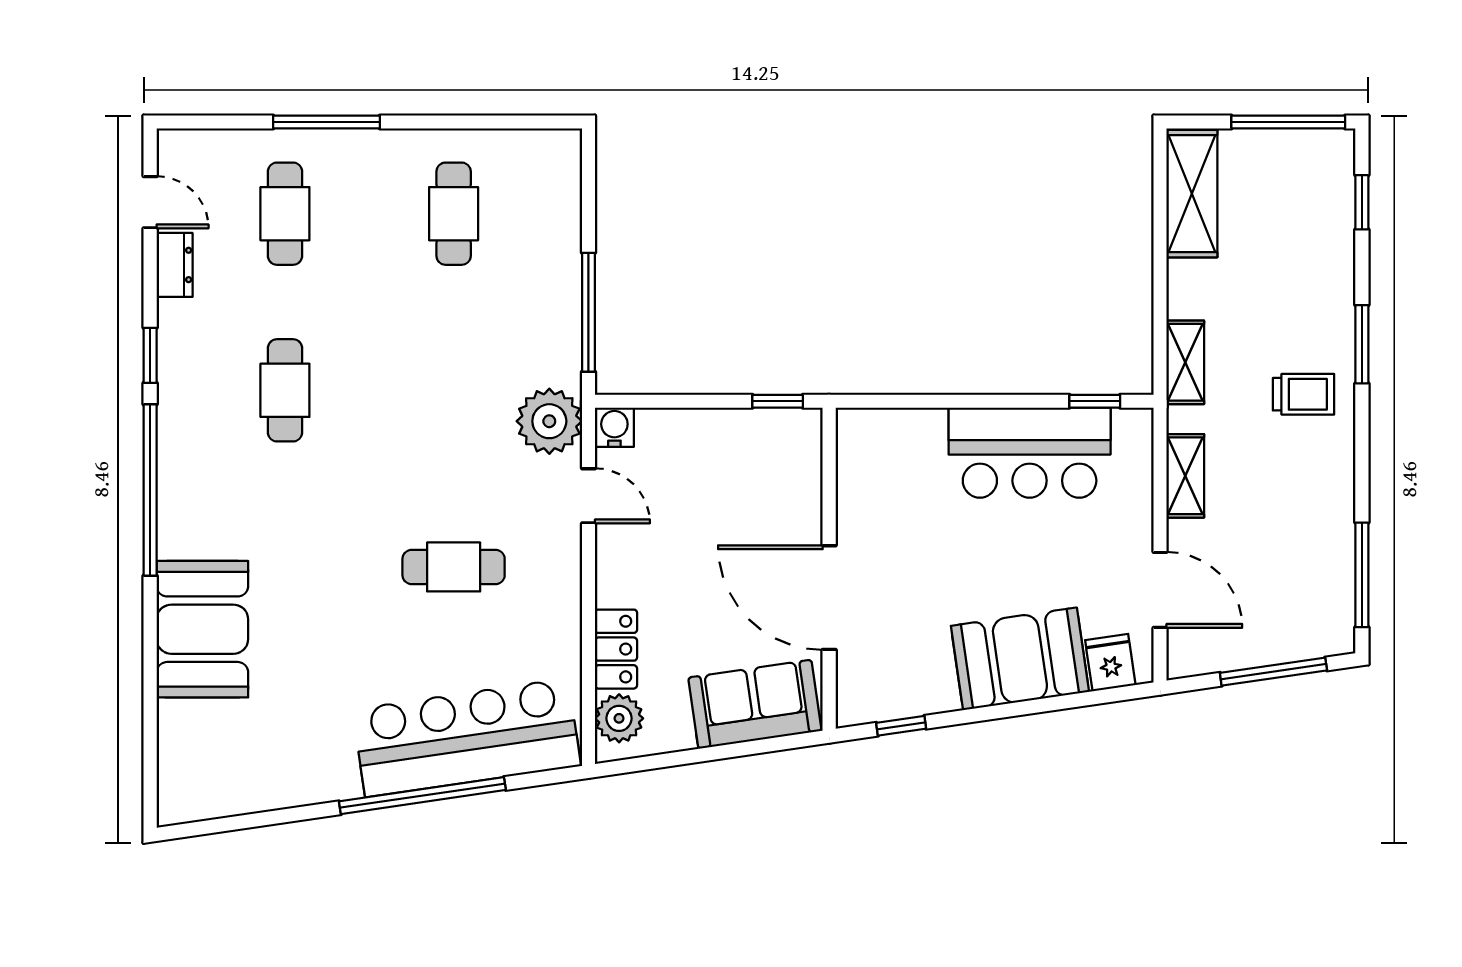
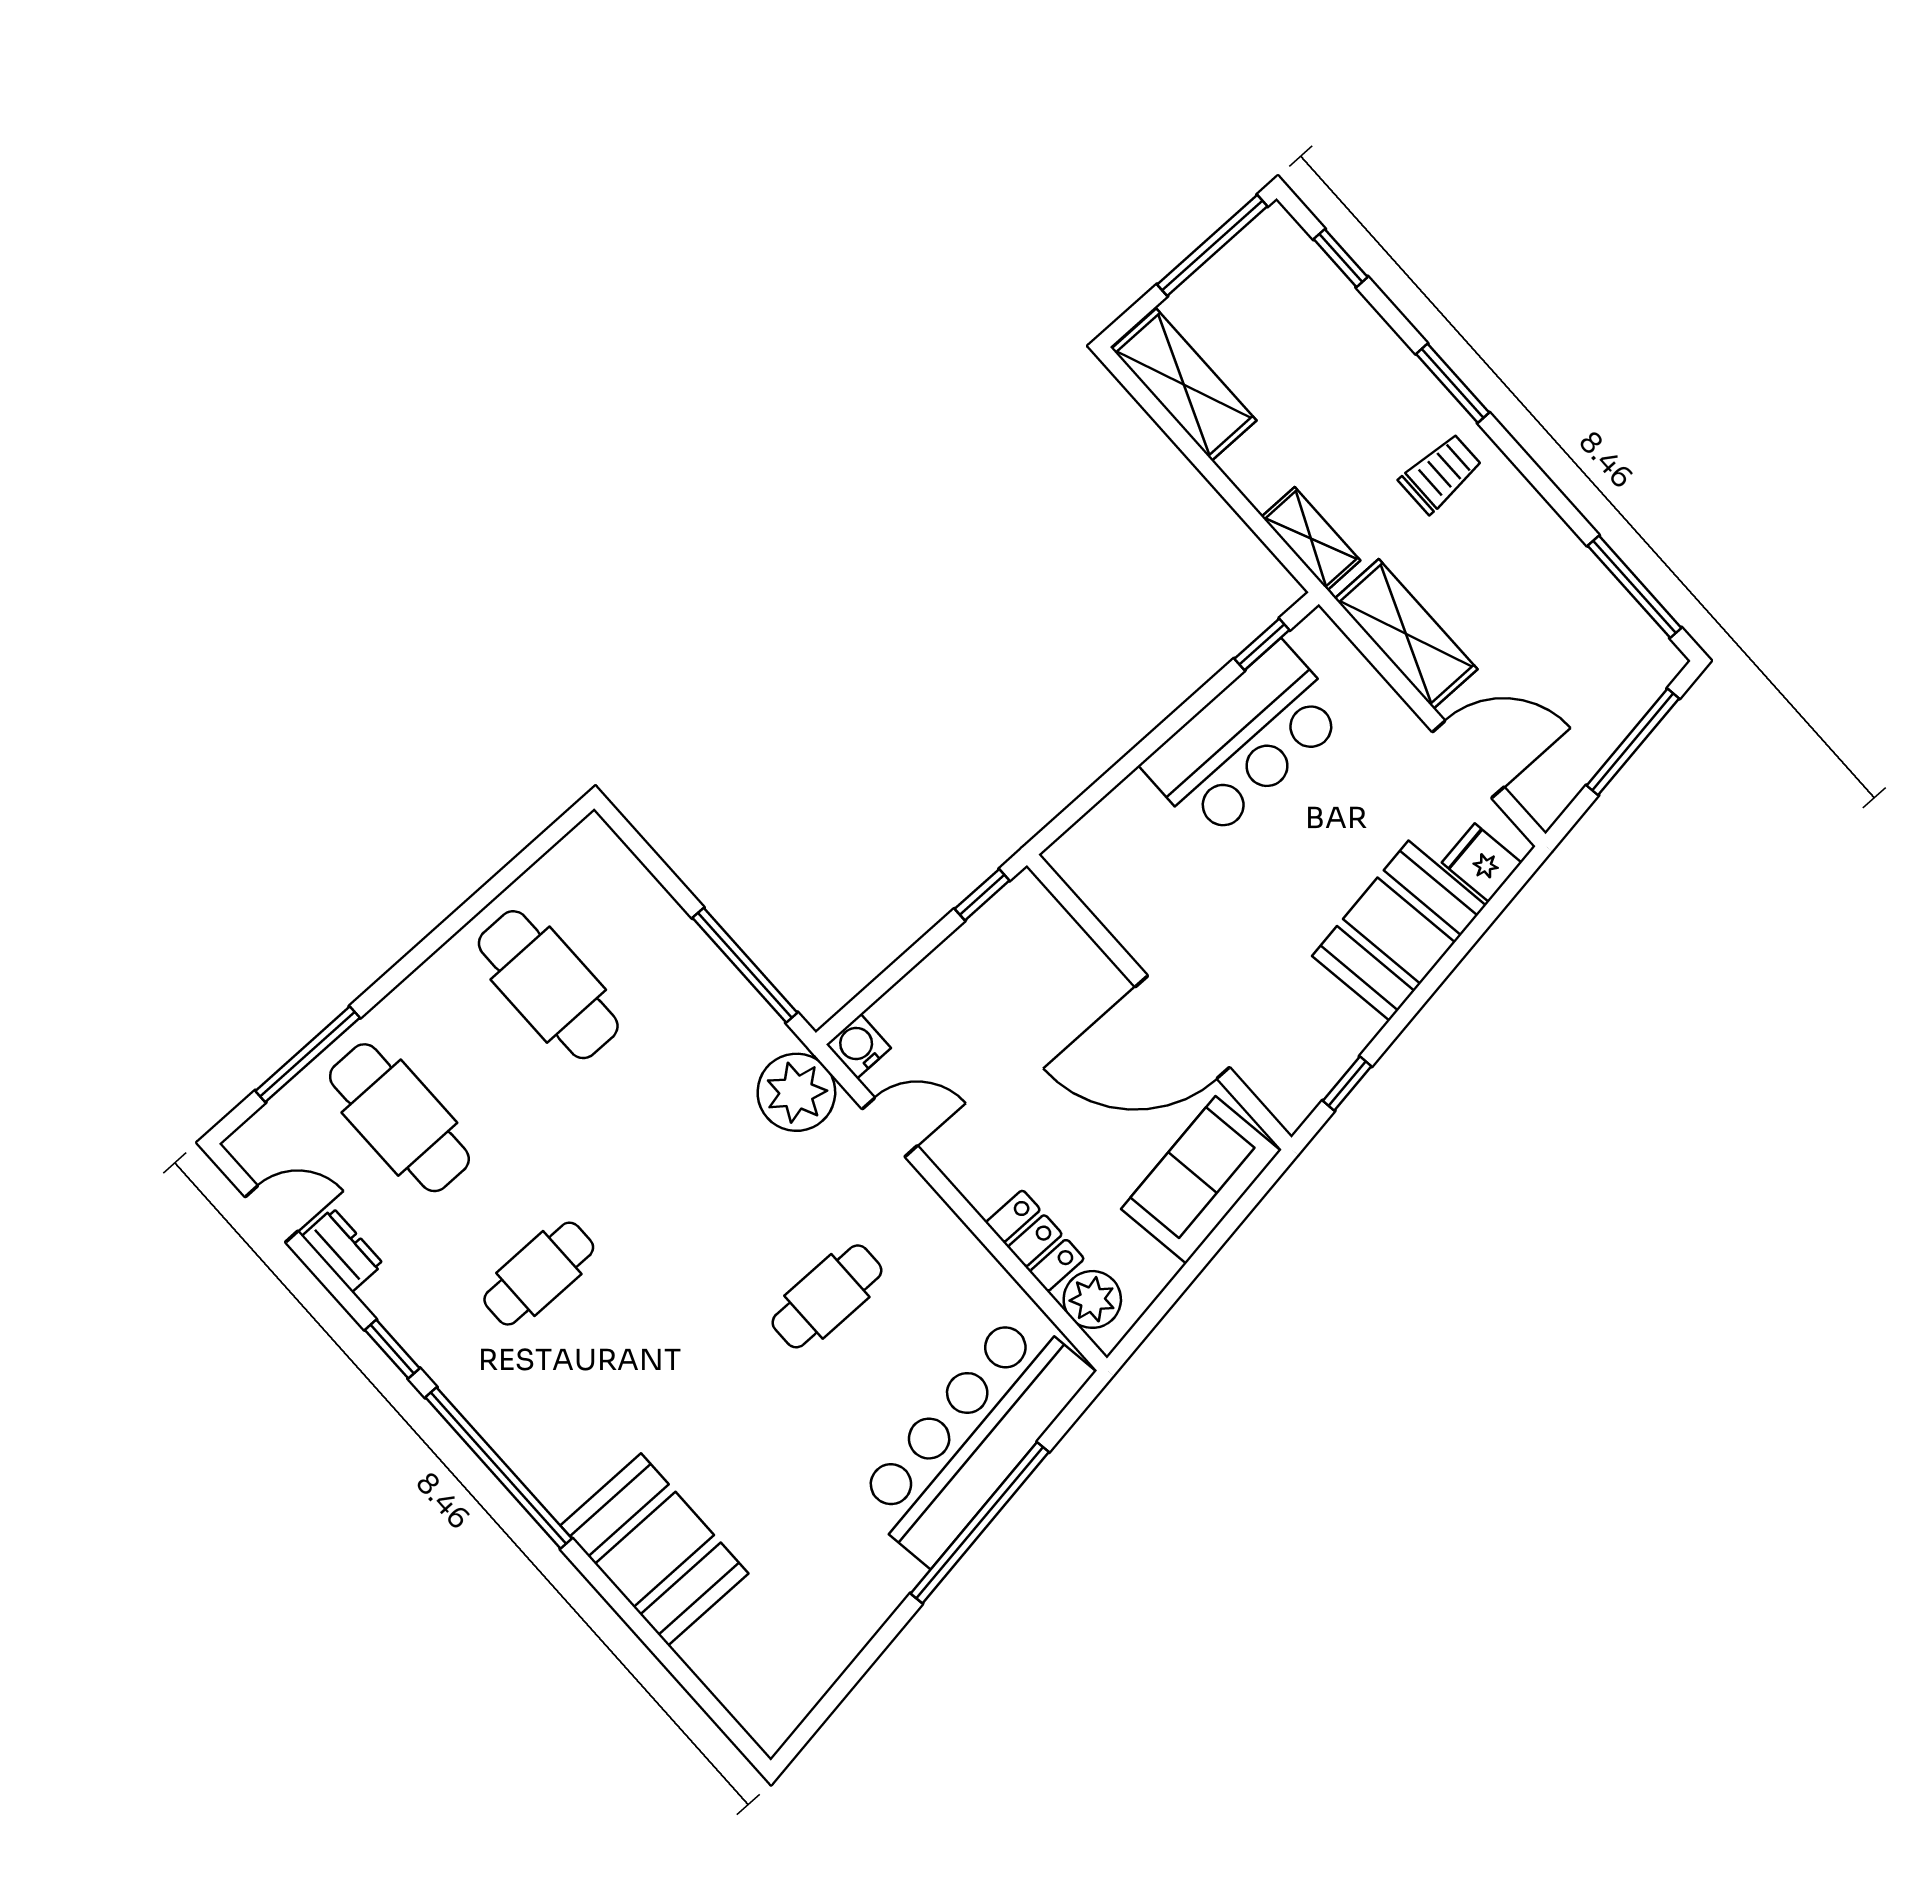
window: (327, 122) -> (308, 1054), moved
cafe table: (285, 214) -> (399, 1118), width x1.37, depth x1.35
cafe table: (454, 214) -> (548, 985), width x1.37, depth x1.35
cafe table: (285, 390) -> (539, 1274), turned 90
shelving: (1185, 476) -> (1406, 634), width x1.50, depth x1.33

